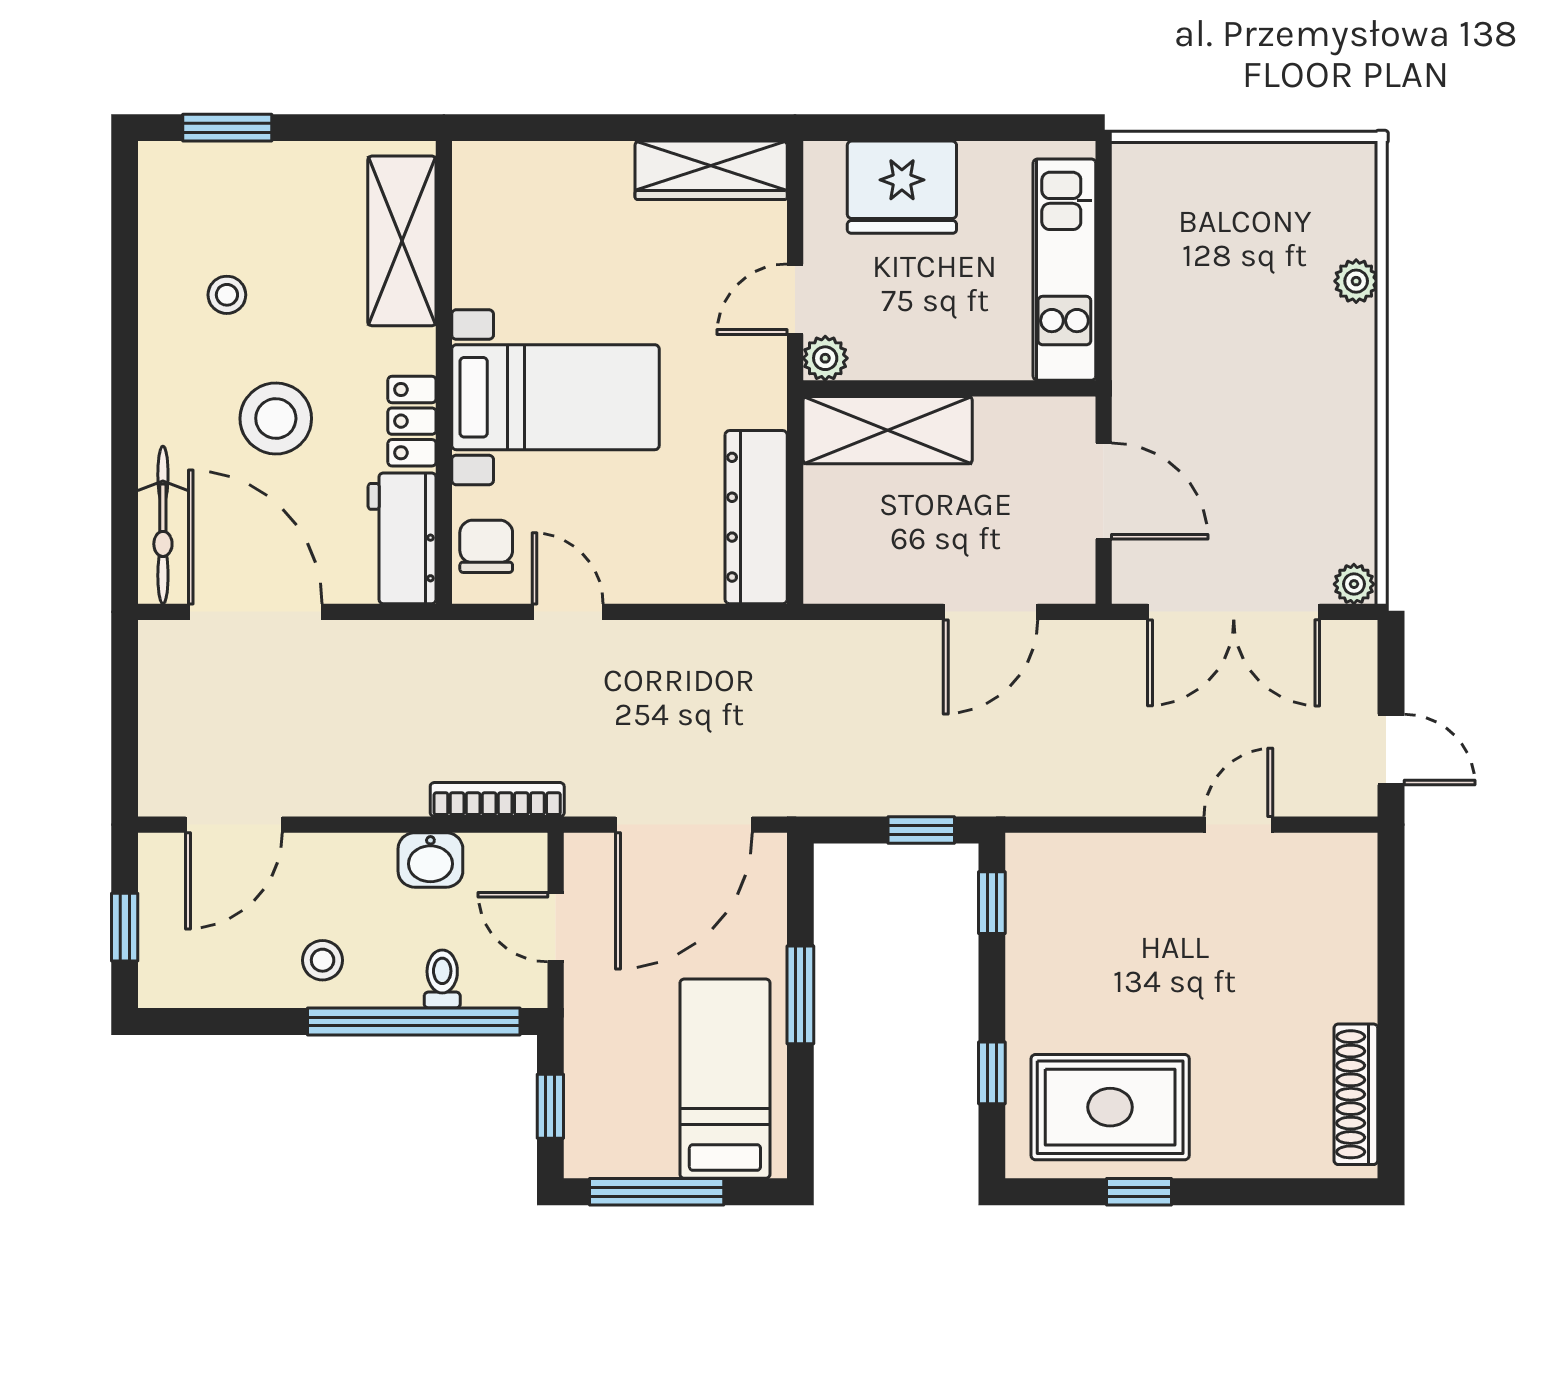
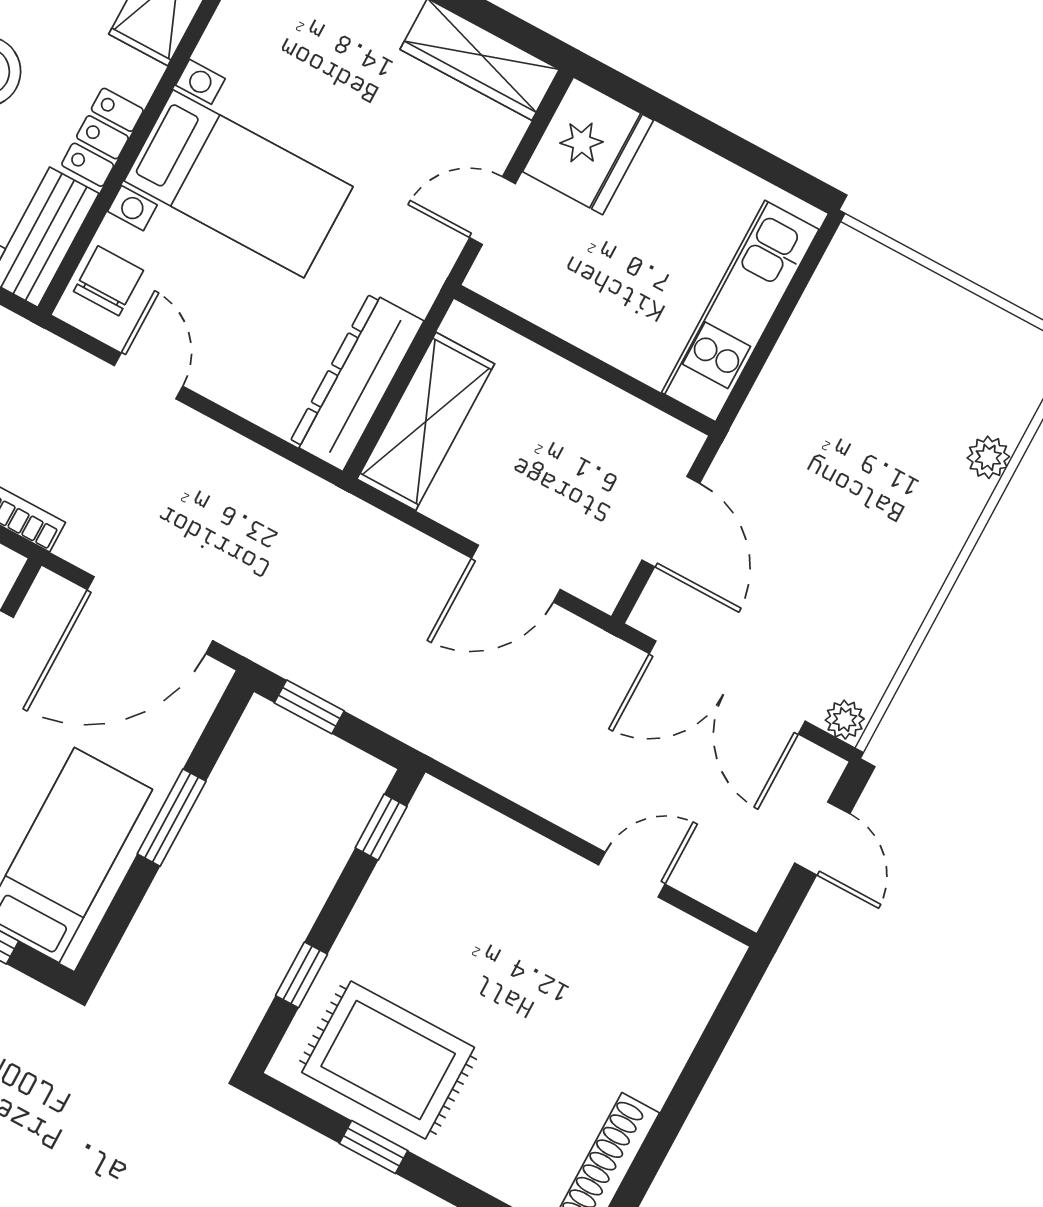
fridge: (902, 187) -> (588, 146), moved, turned -90
plant: (825, 358) -> (491, 276), removed
shelving: (888, 430) -> (426, 421), moved, turned 90
door: (1391, 750) -> (822, 838), moved
window: (921, 830) -> (309, 707), moved

